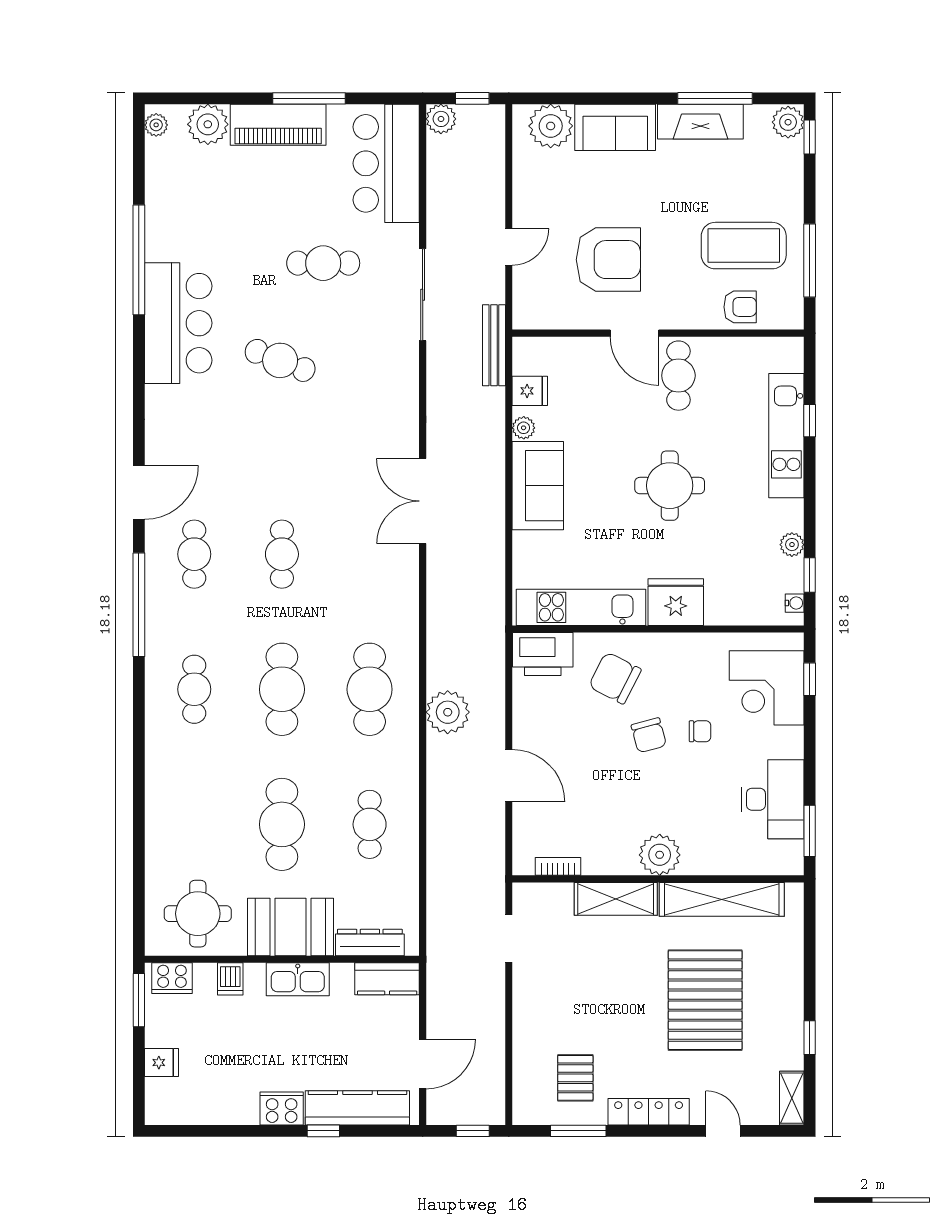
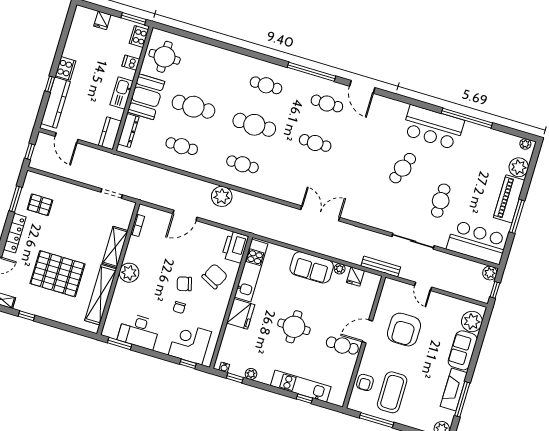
cafe table: (370, 689) -> (243, 164), width x0.73, depth x0.74

